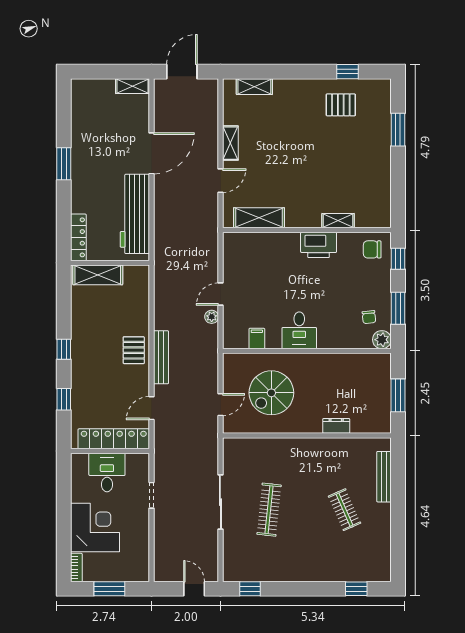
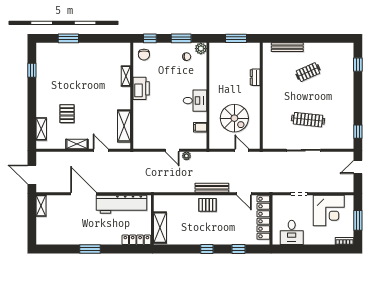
pallet: (341, 105) -> (67, 114), moved
desk: (107, 472) -> (292, 232), moved, turned -90
corner desk: (95, 527) -> (329, 210), moved, turned 180

